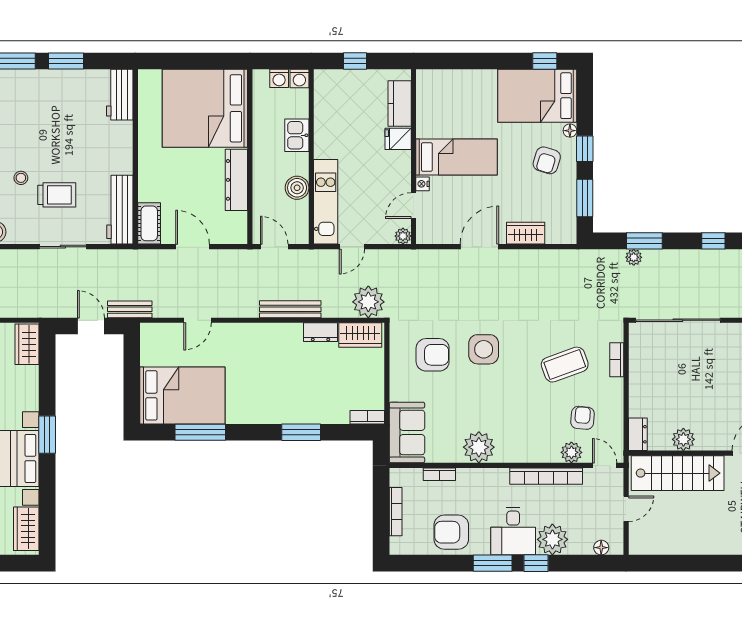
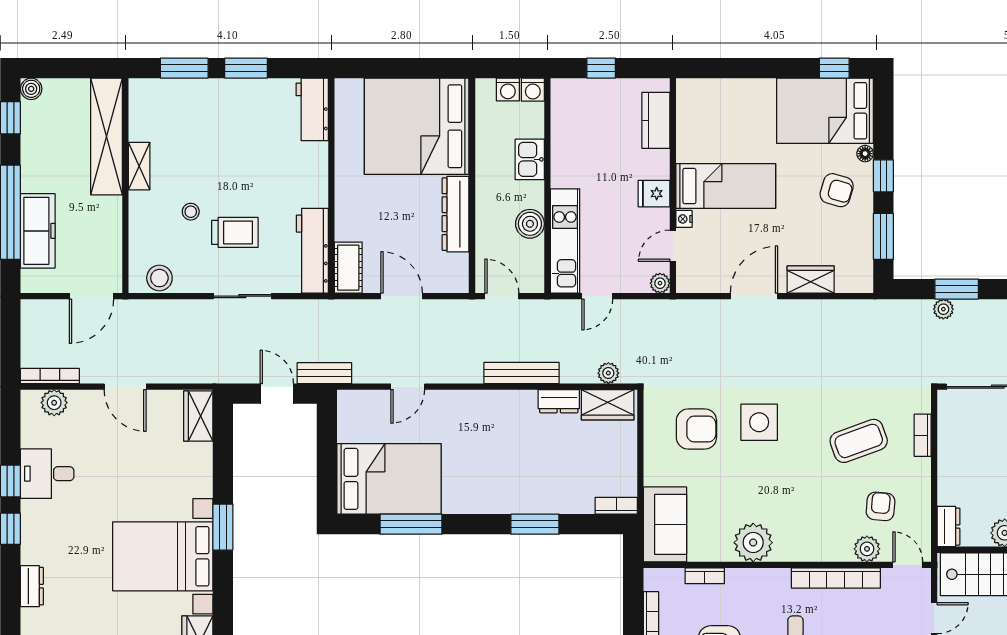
fridge: (398, 139) -> (654, 194), moved
armchair: (547, 160) -> (837, 190), turned -91
plant: (368, 302) -> (608, 373), width x0.53, depth x0.53

